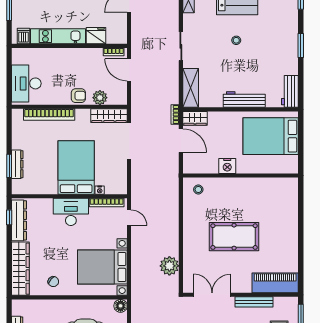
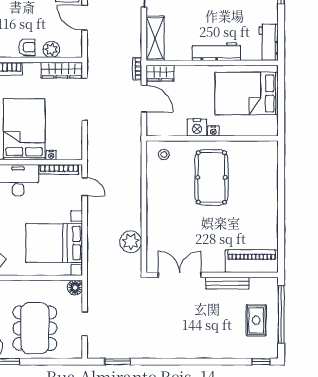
nightstand: (242, 169) -> (213, 131), added
pool table: (234, 237) -> (211, 177), moved, turned 90

